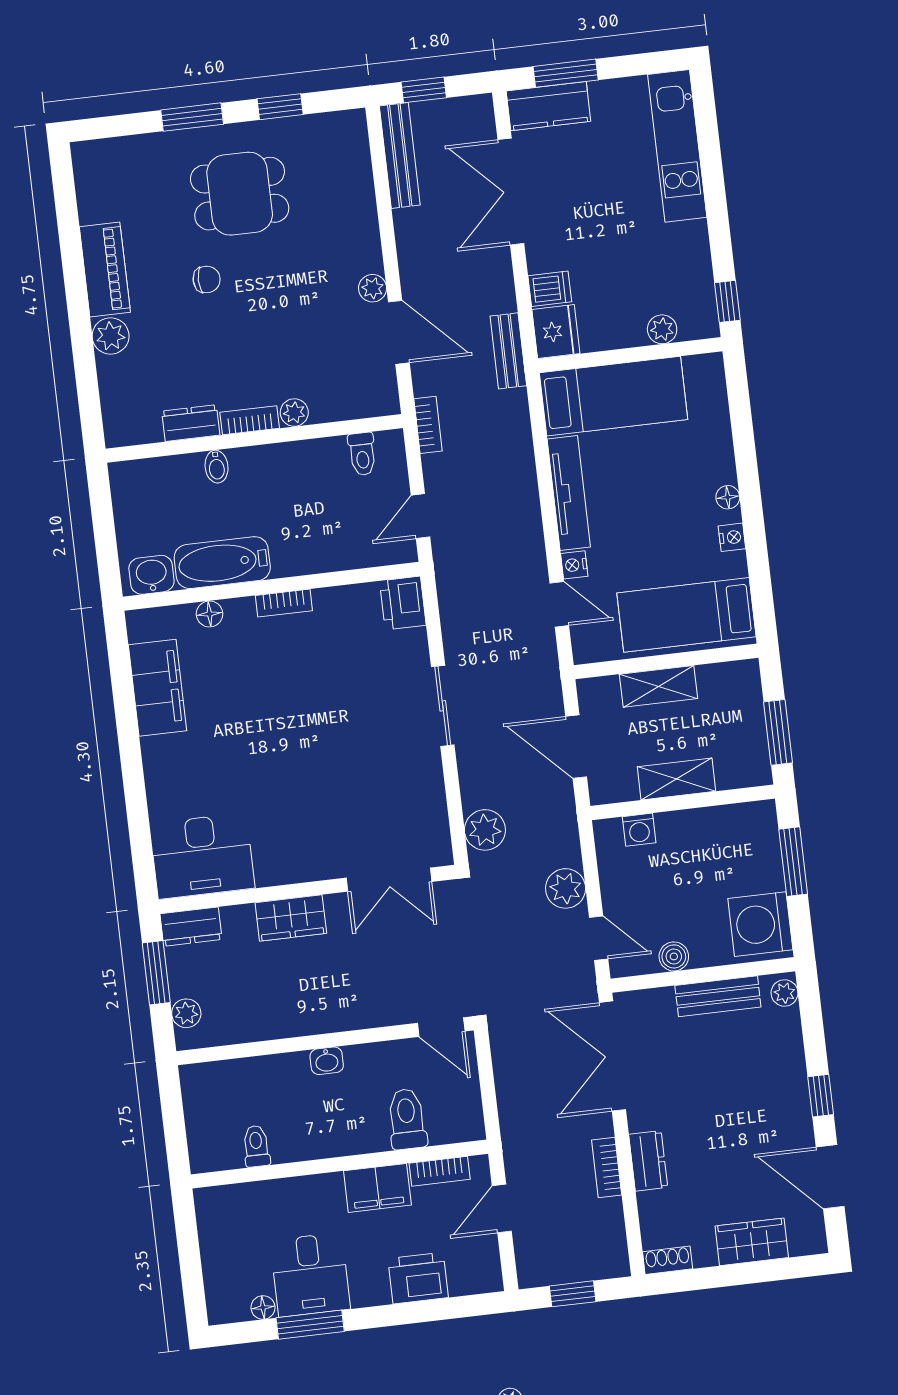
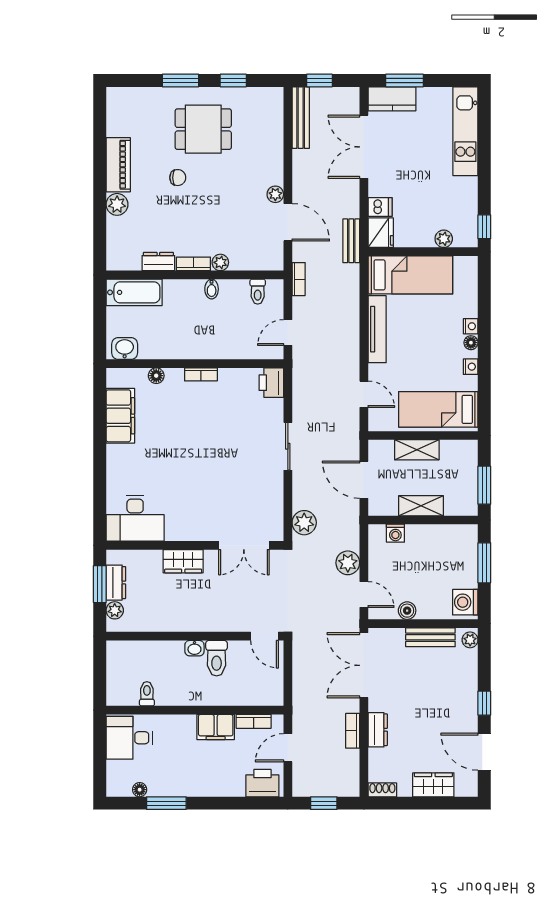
bidet: (217, 467) -> (212, 289), moved
bathtub: (222, 563) -> (134, 292), moved, turned 180
nightstand: (574, 565) -> (471, 326), moved, turned 180
washing machine: (760, 924) -> (465, 602), width x0.73, depth x0.73
dresser: (191, 927) -> (116, 583), moved, turned -90
toilet: (407, 1119) -> (217, 658), moved, turned 180
desk: (310, 1275) -> (129, 738), moved, turned 90
printer: (418, 1278) -> (262, 783), moved

